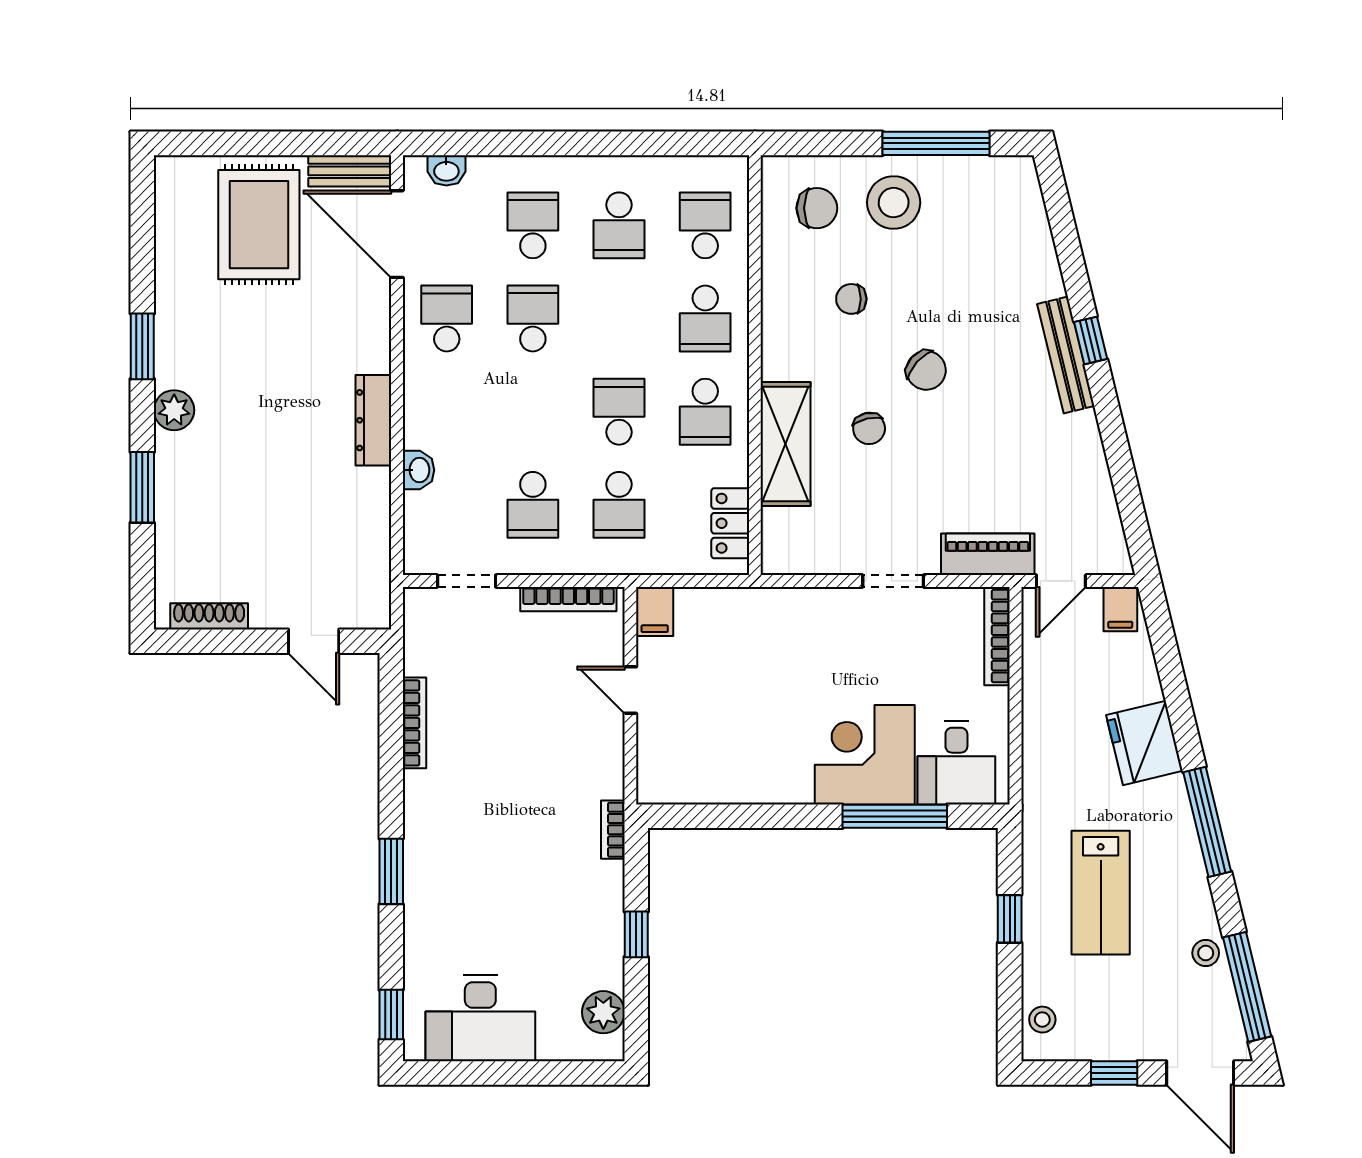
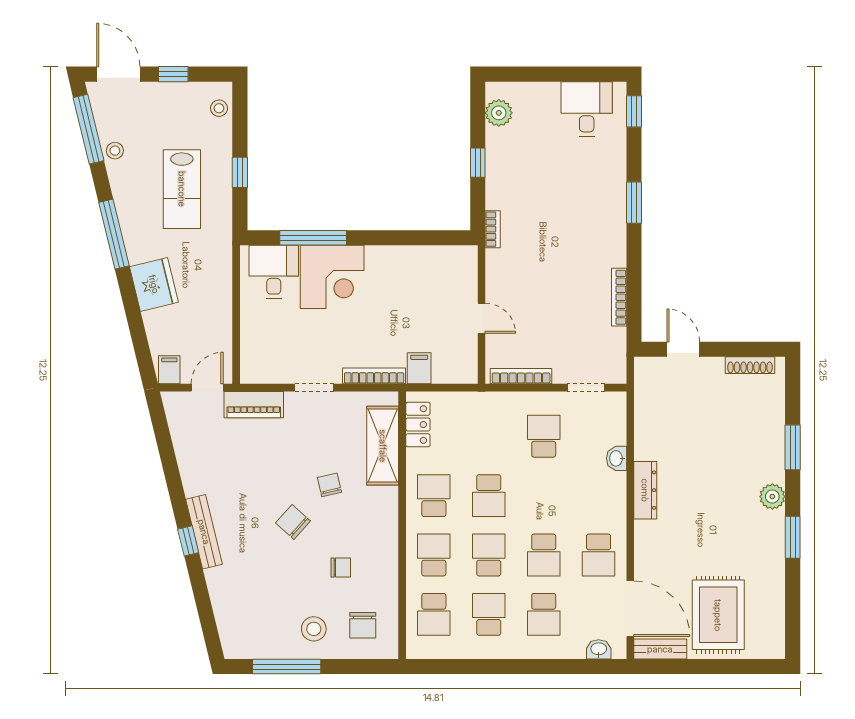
stool: (894, 203) -> (314, 629), width x0.73, depth x0.73
chair: (817, 208) -> (363, 625), turned -90
shelving: (786, 444) -> (383, 446), moved
school desk: (619, 505) -> (489, 555), moved
filing cabinet: (655, 611) -> (419, 368), moved
bookcase: (997, 636) -> (374, 376), moved, turned -90
lab bench: (1101, 893) -> (182, 189), turned 180
desk: (480, 1018) -> (587, 109), width x0.73

